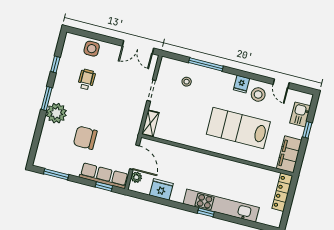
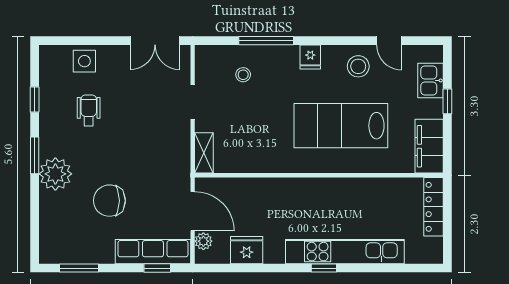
fridge: (241, 84) -> (310, 57), moved

